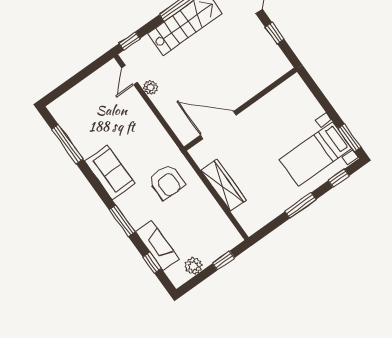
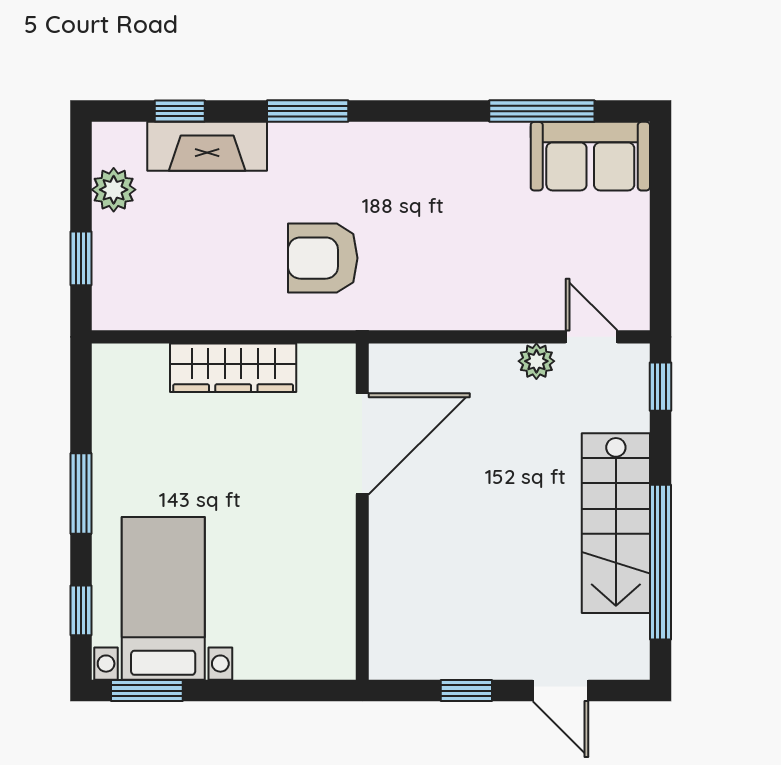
sofa: (110, 172) -> (590, 156), moved

